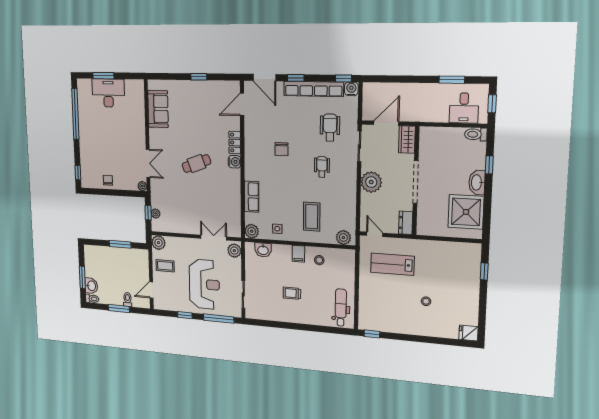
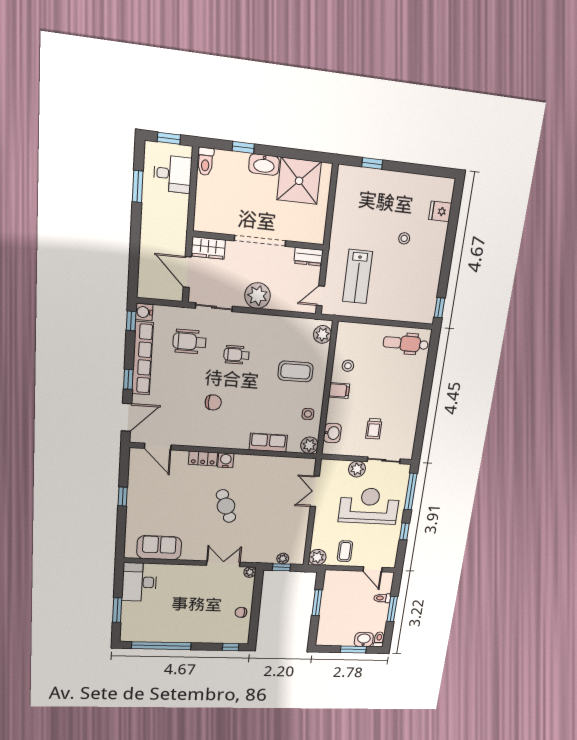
desk: (108, 93) -> (139, 582), moved
plant: (234, 251) -> (357, 469), moved
trolley: (292, 293) -> (374, 429), moved
fridge: (468, 333) -> (440, 211), moved, turned 90

